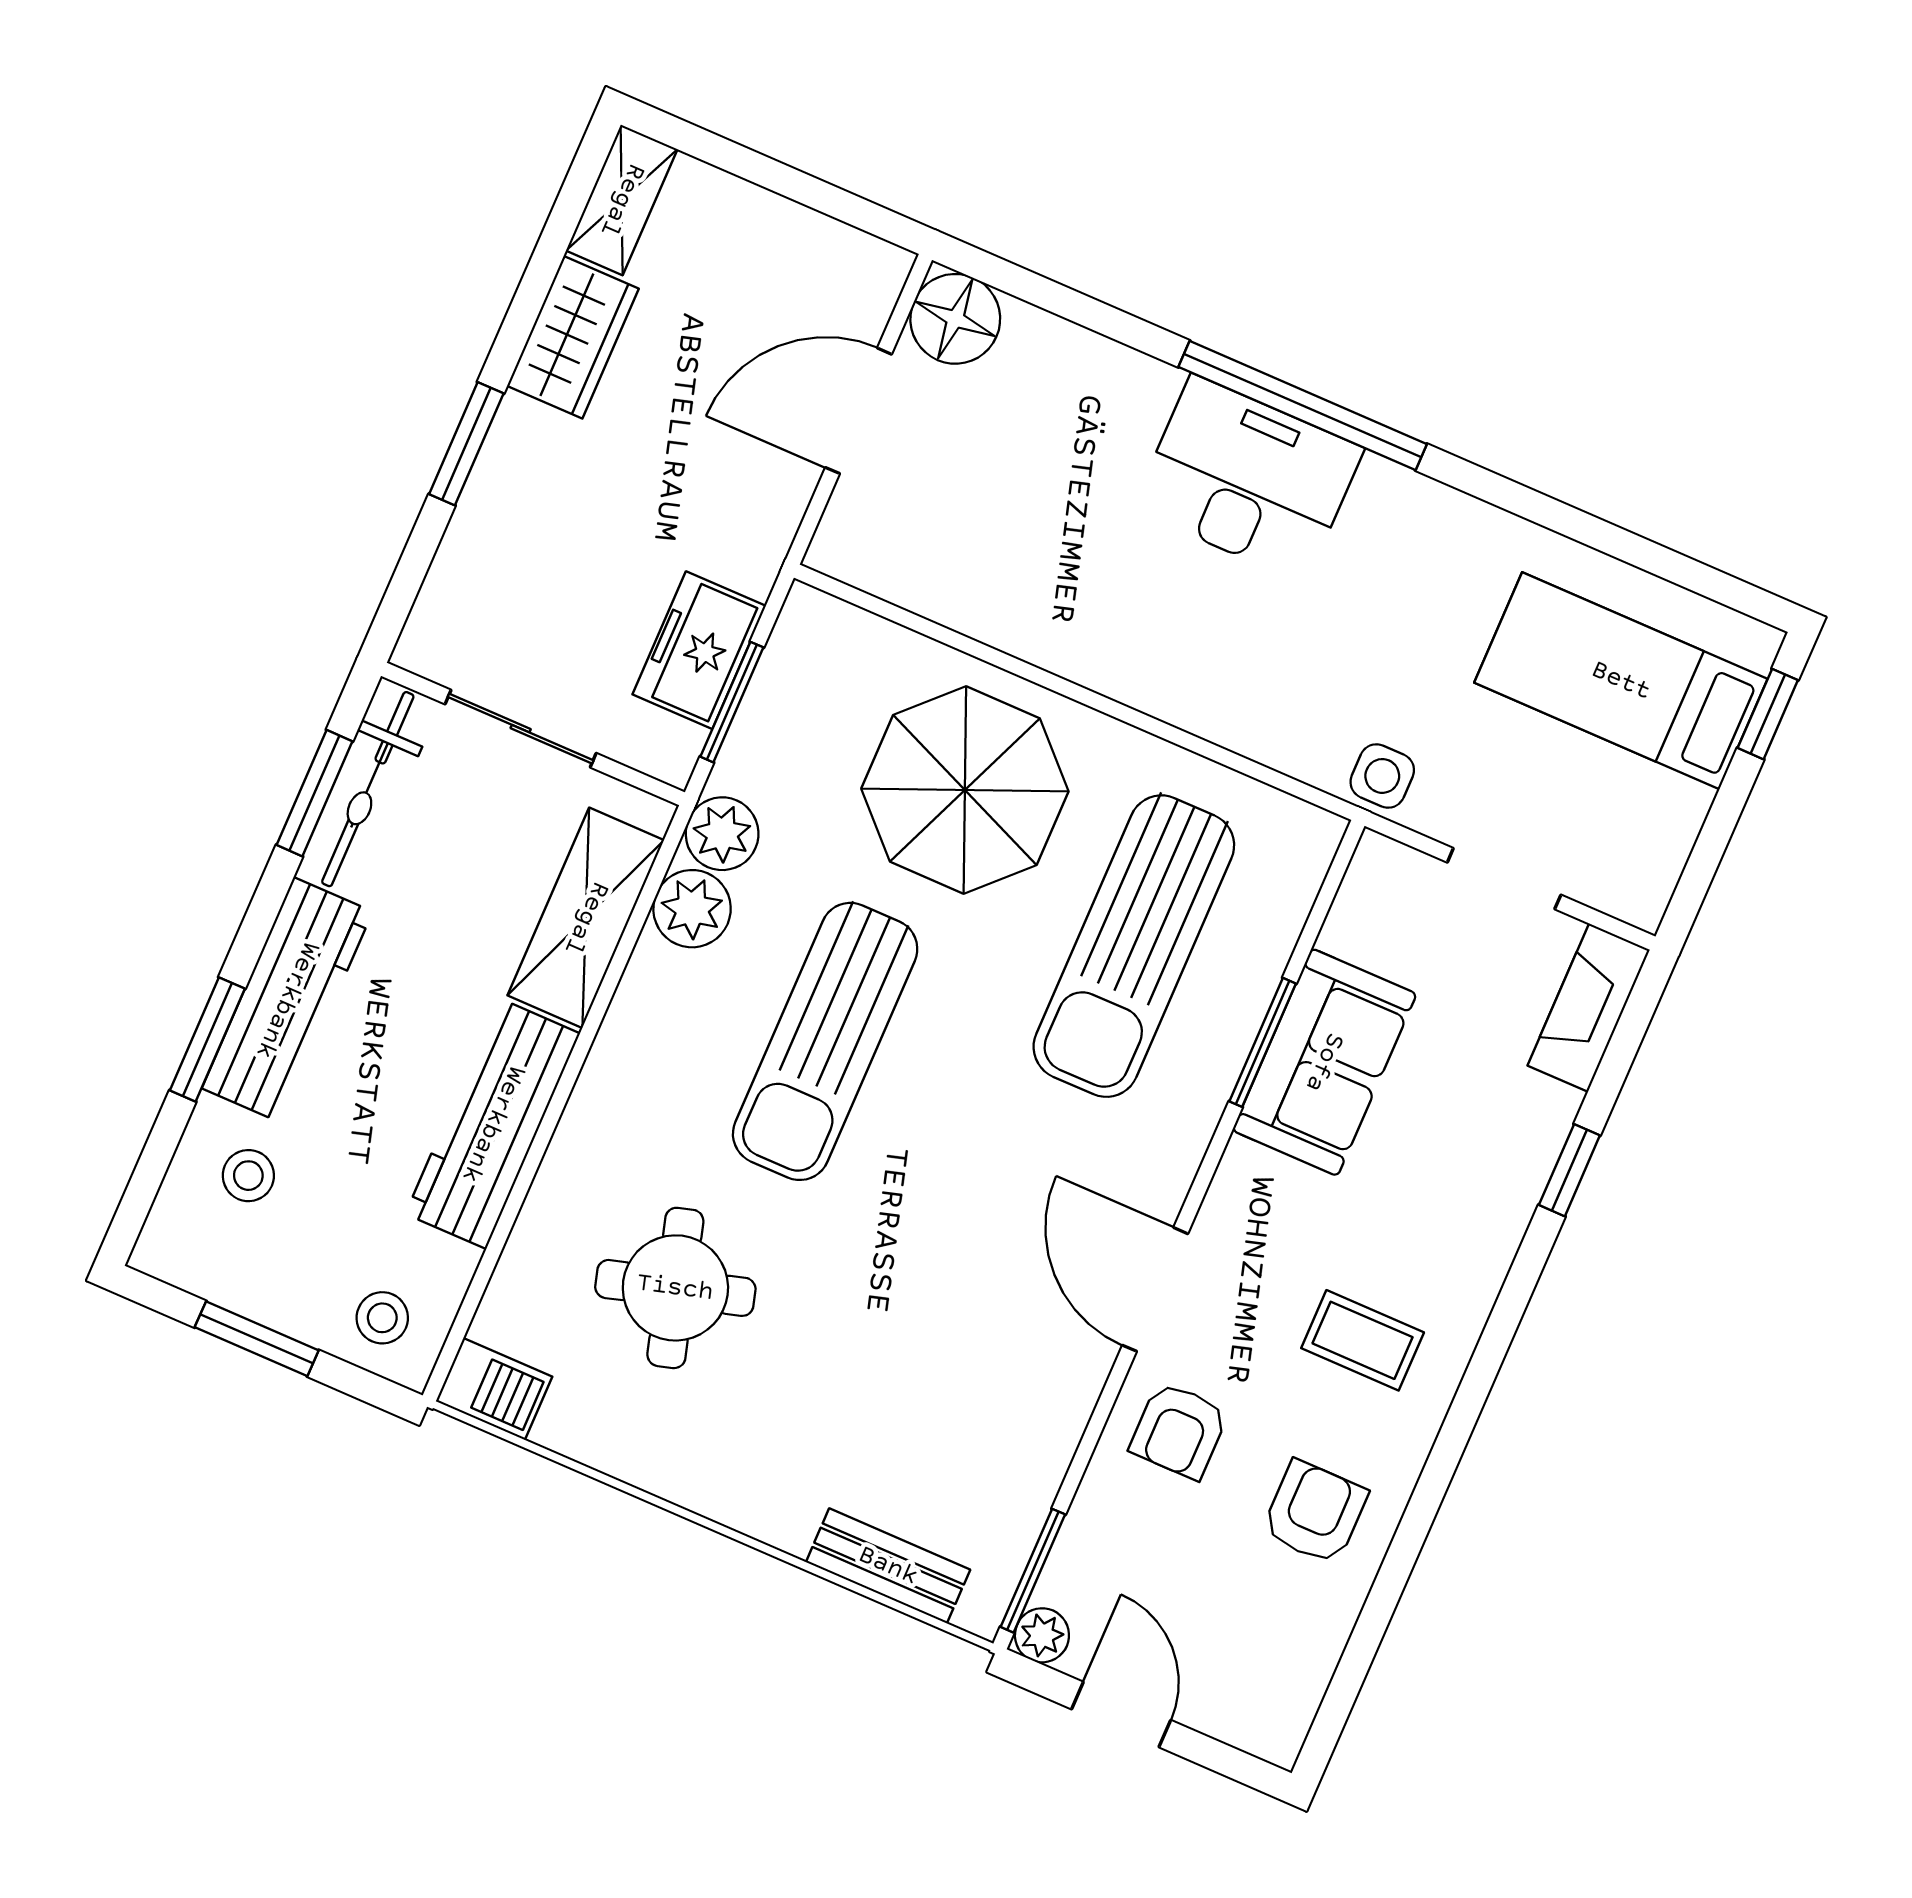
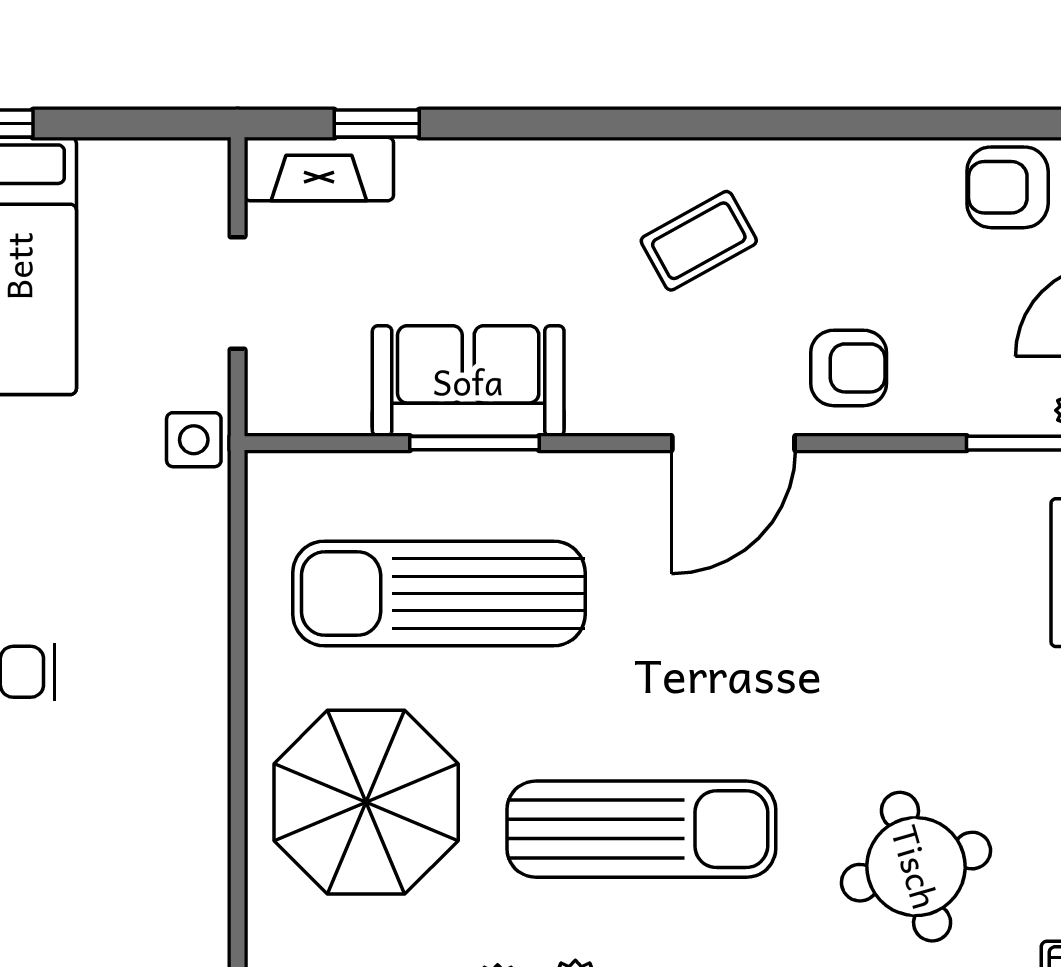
sun lounger: (1134, 946) -> (439, 593), turned 180
window: (1569, 1170) -> (377, 124), moved
coffee table: (1363, 1340) -> (699, 241), turned 61
armchair: (1315, 1512) -> (1008, 187), moved

